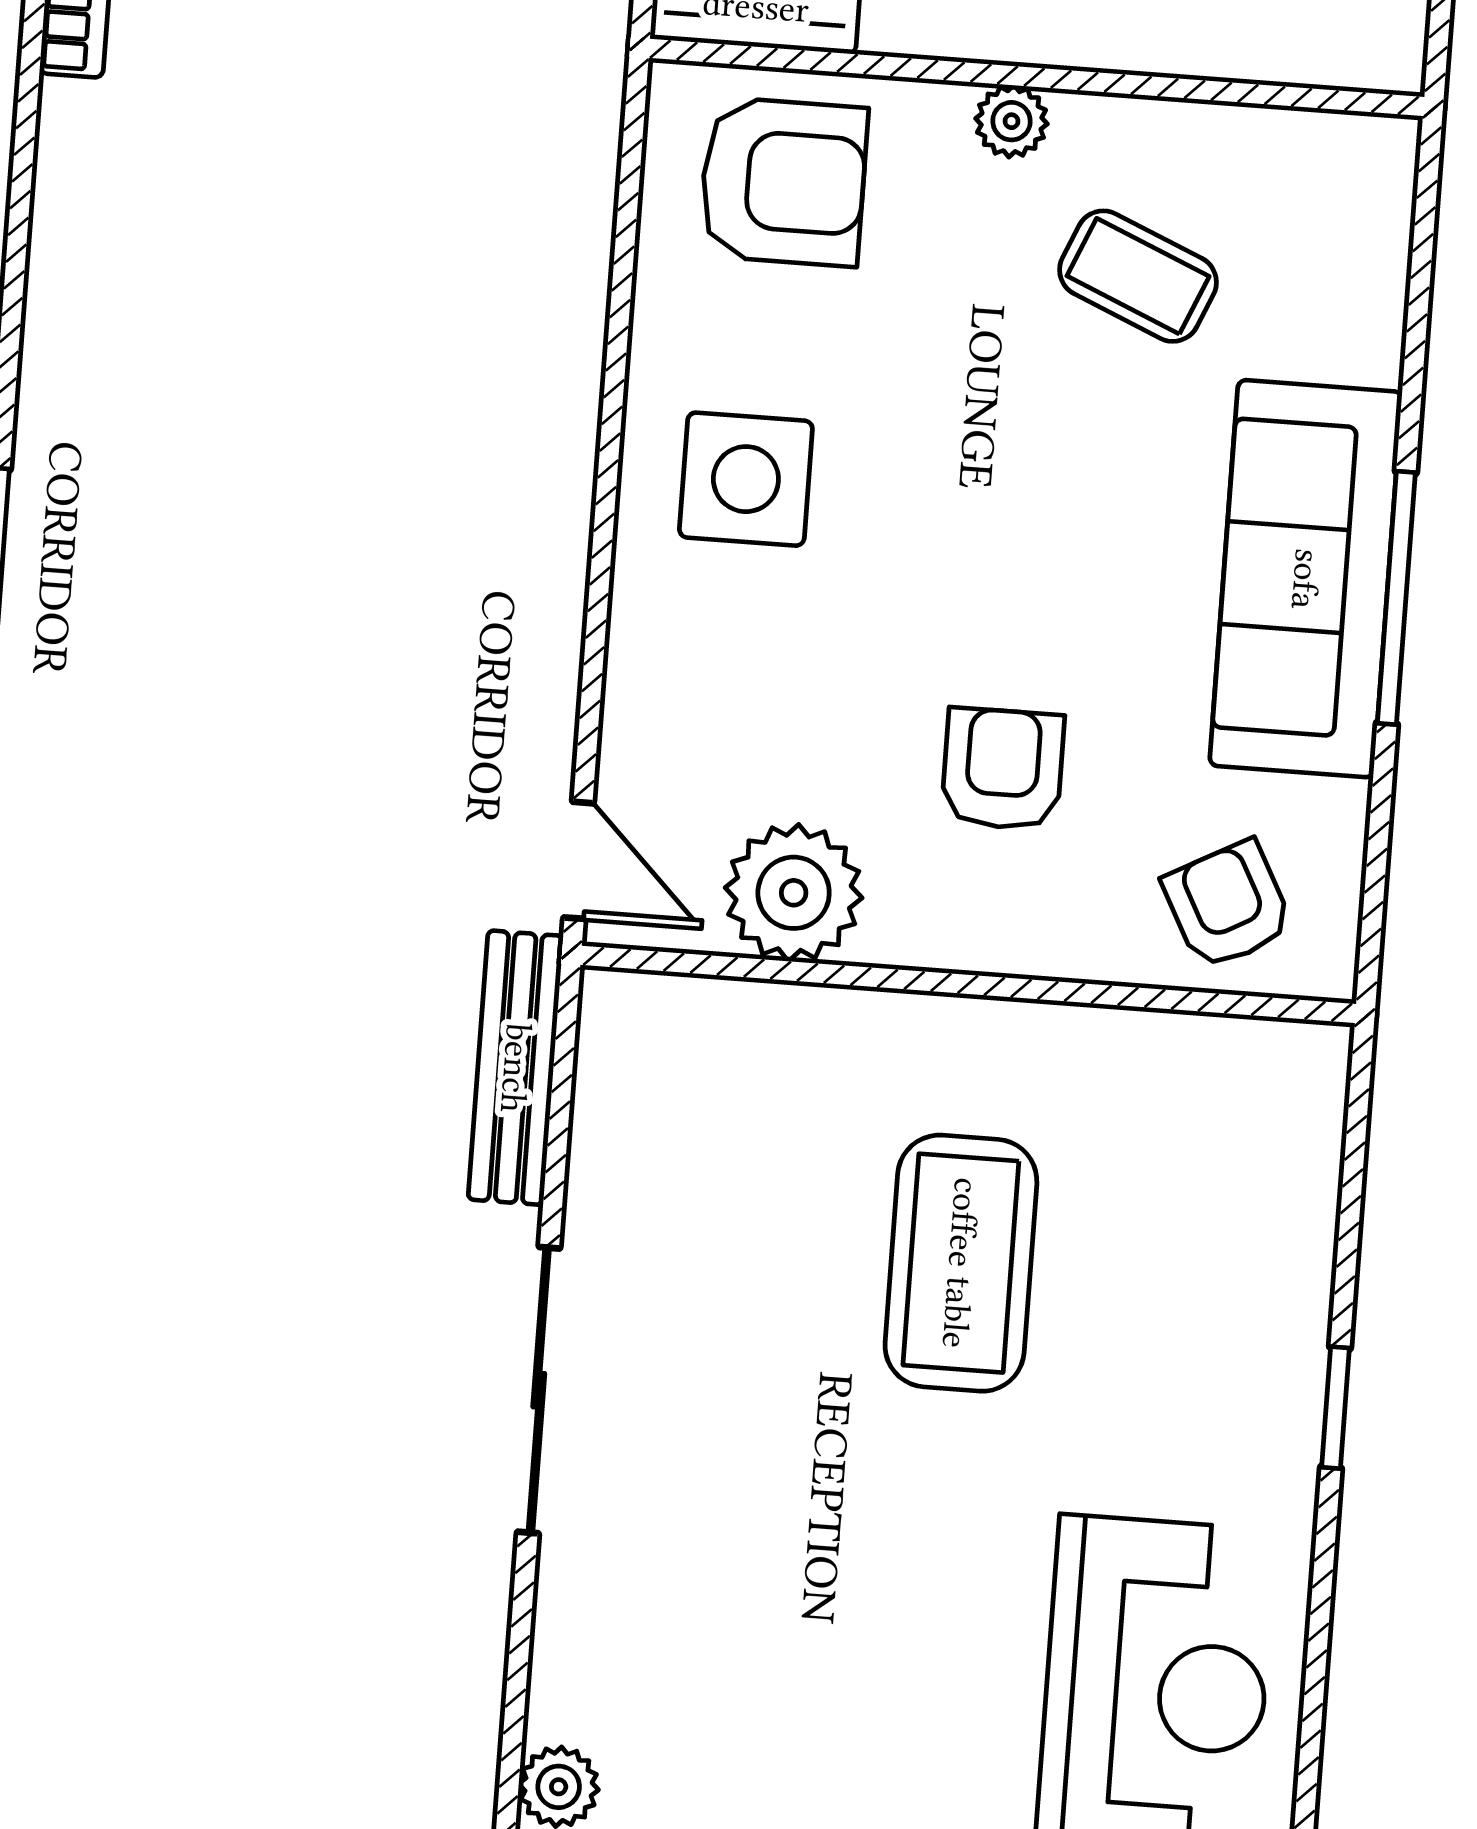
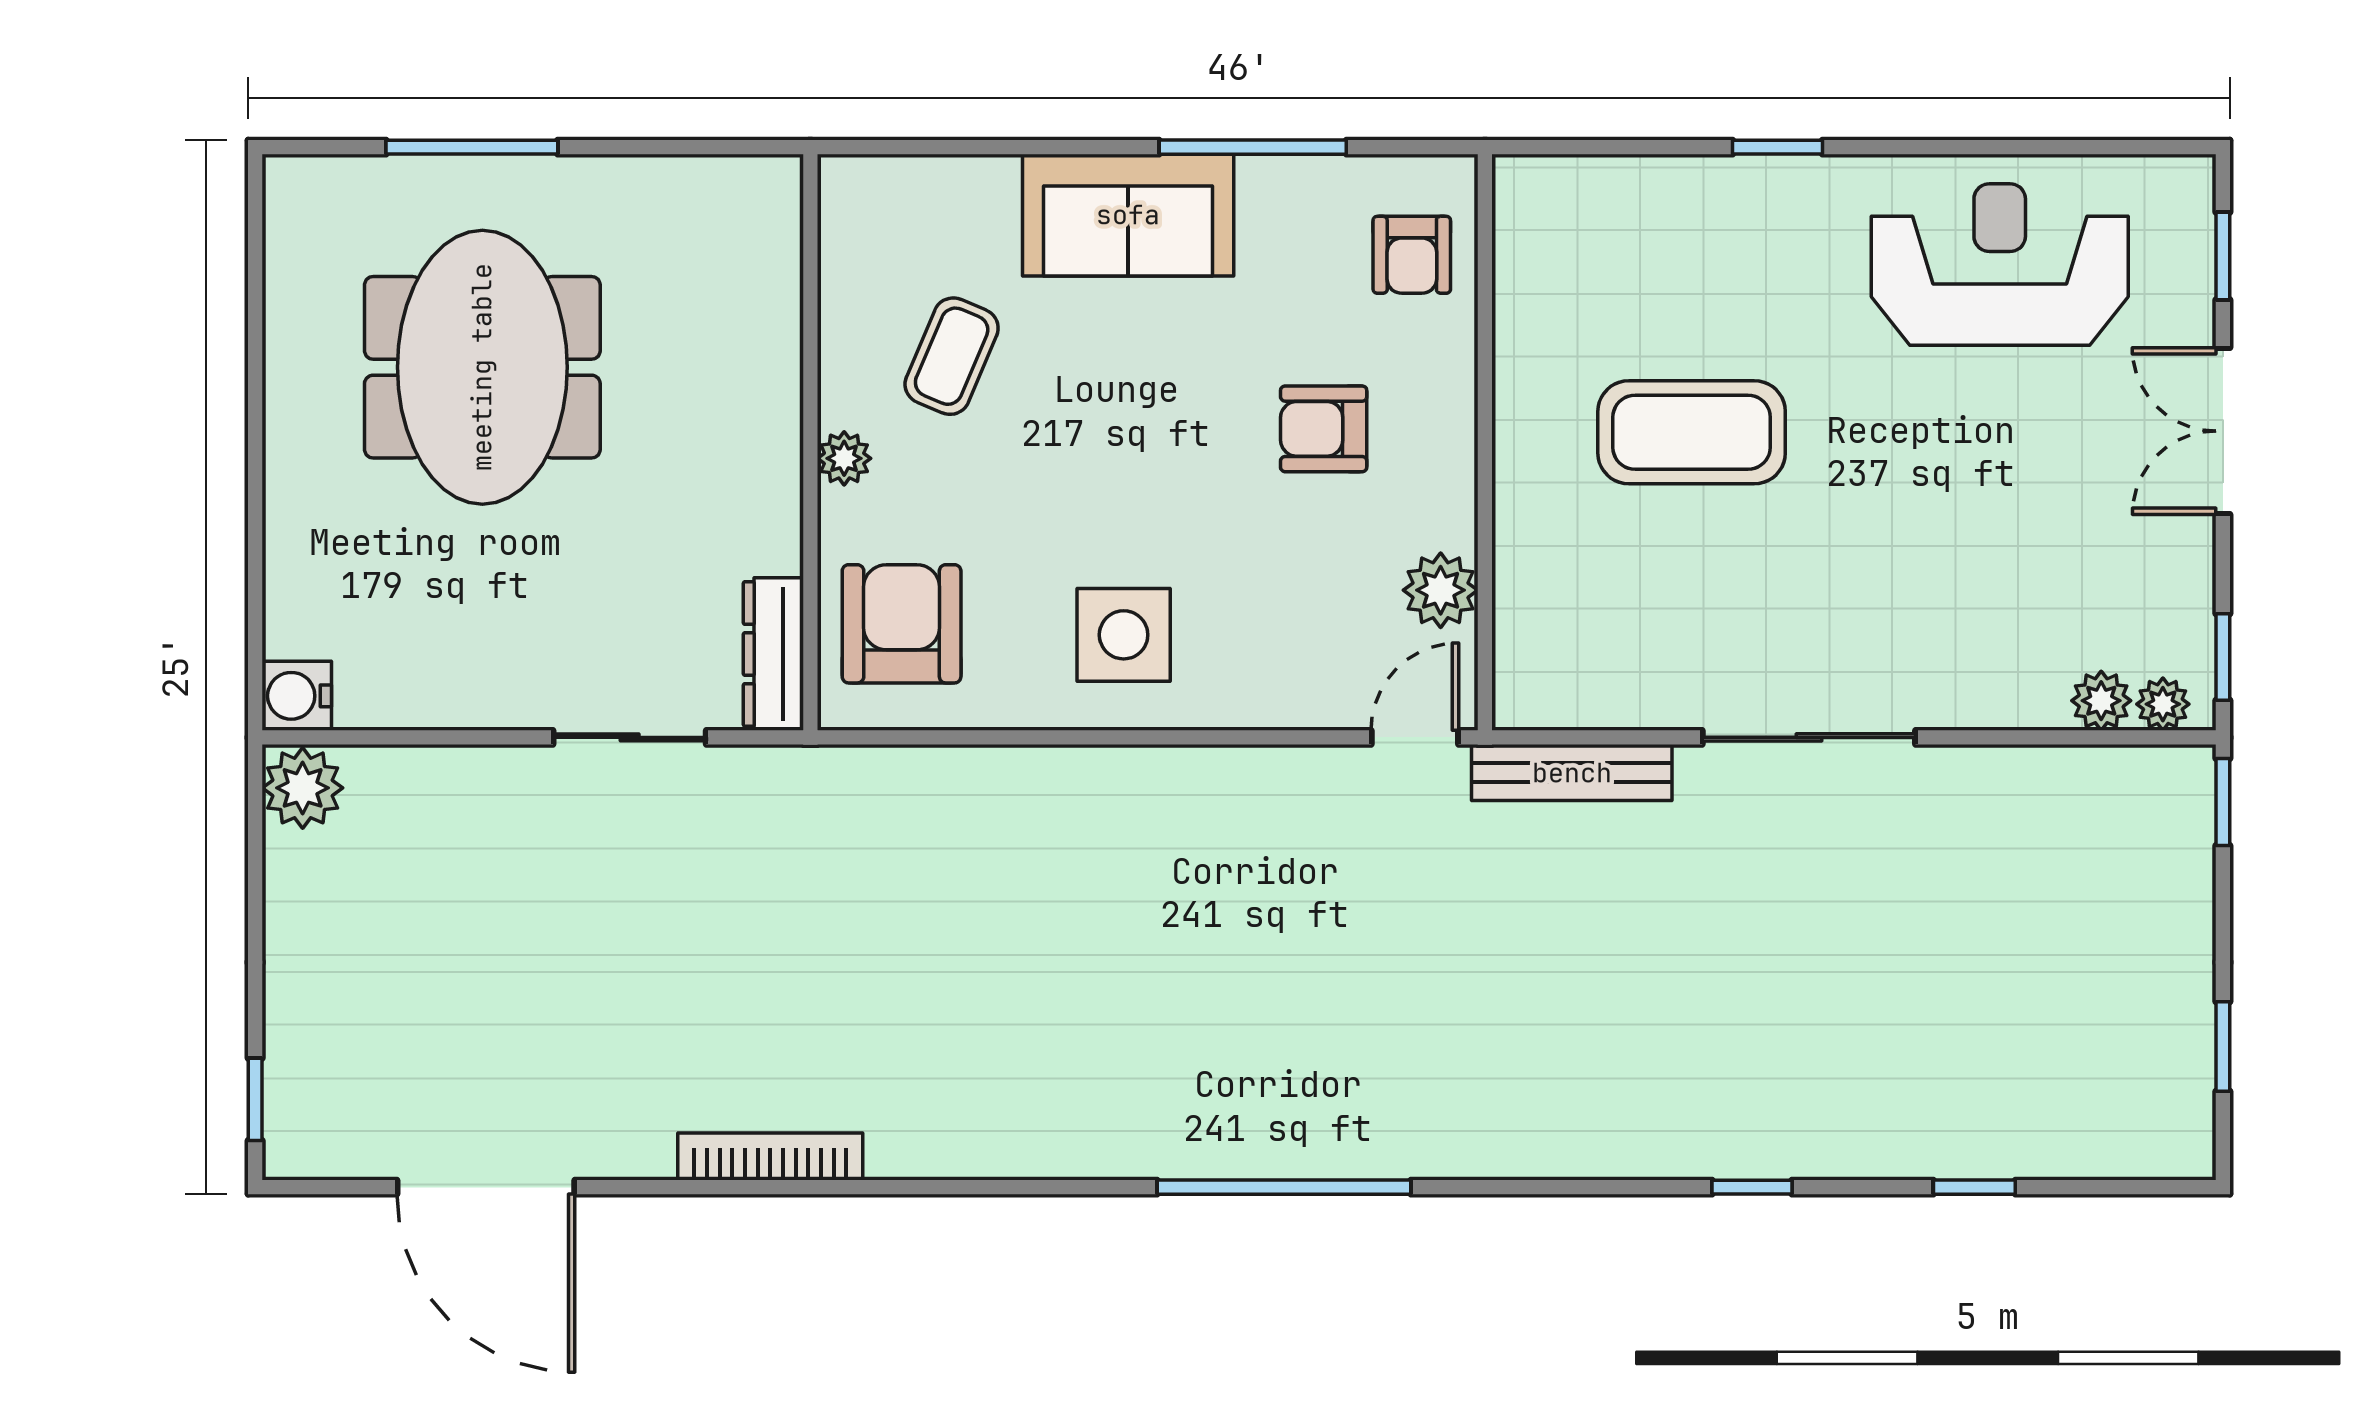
sofa: (1306, 579) -> (1128, 215), width x0.73
window: (1396, 598) -> (1253, 147), moved
plant: (794, 893) -> (1441, 590), width x0.73, depth x0.73
armchair: (1228, 905) -> (1412, 255), turned -62

